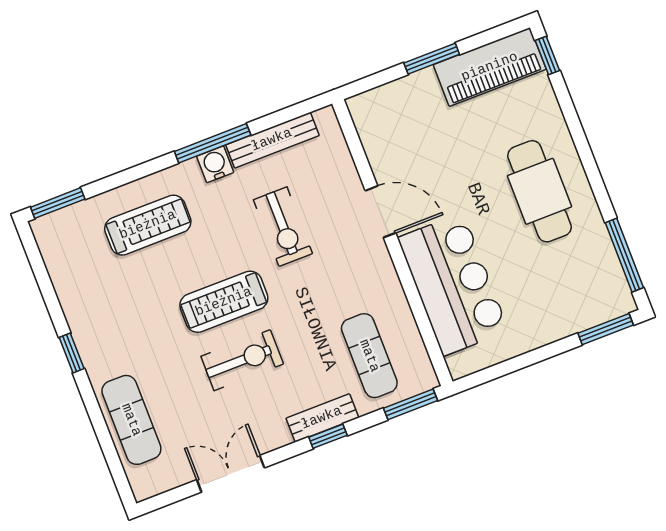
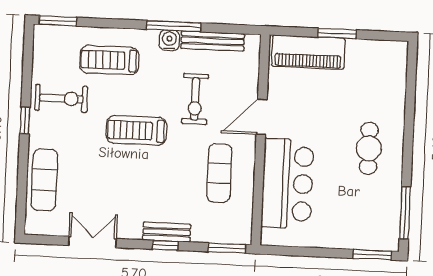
window: (547, 56) -> (412, 64), removed
piano: (490, 67) -> (308, 52), moved
cafe table: (540, 191) -> (369, 148), width x0.73, depth x0.74
door: (381, 212) -> (262, 117), swing flipped
treadmill: (148, 225) -> (109, 60), turned 180
exercise mat: (369, 356) -> (219, 173), moved
exercise bike: (242, 360) -> (61, 98), moved

